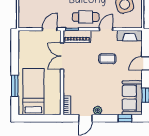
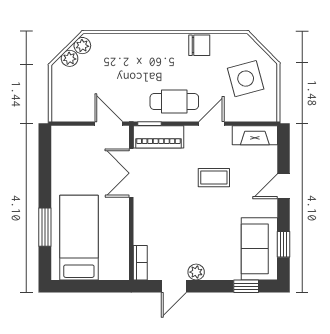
door: (50, 29) -> (109, 124), hinge flipped

